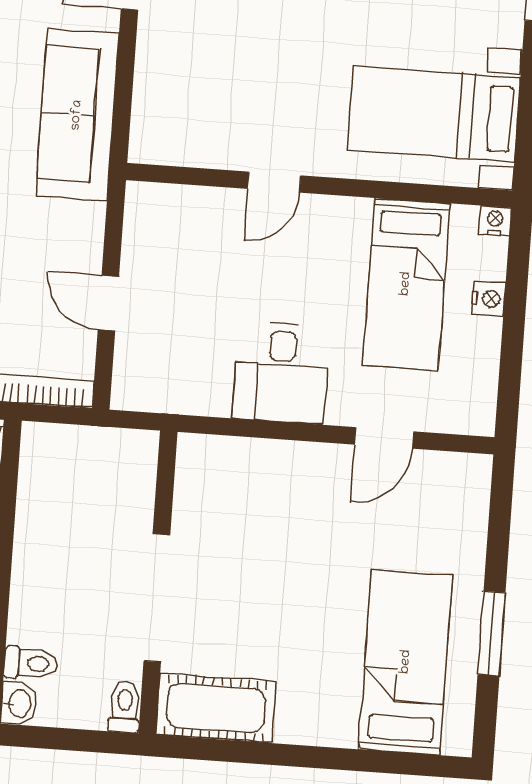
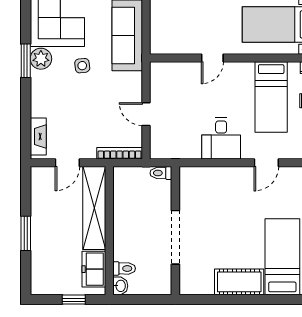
toilet: (125, 707) -> (161, 173), moved, turned -90
cot: (216, 708) -> (239, 282), moved

